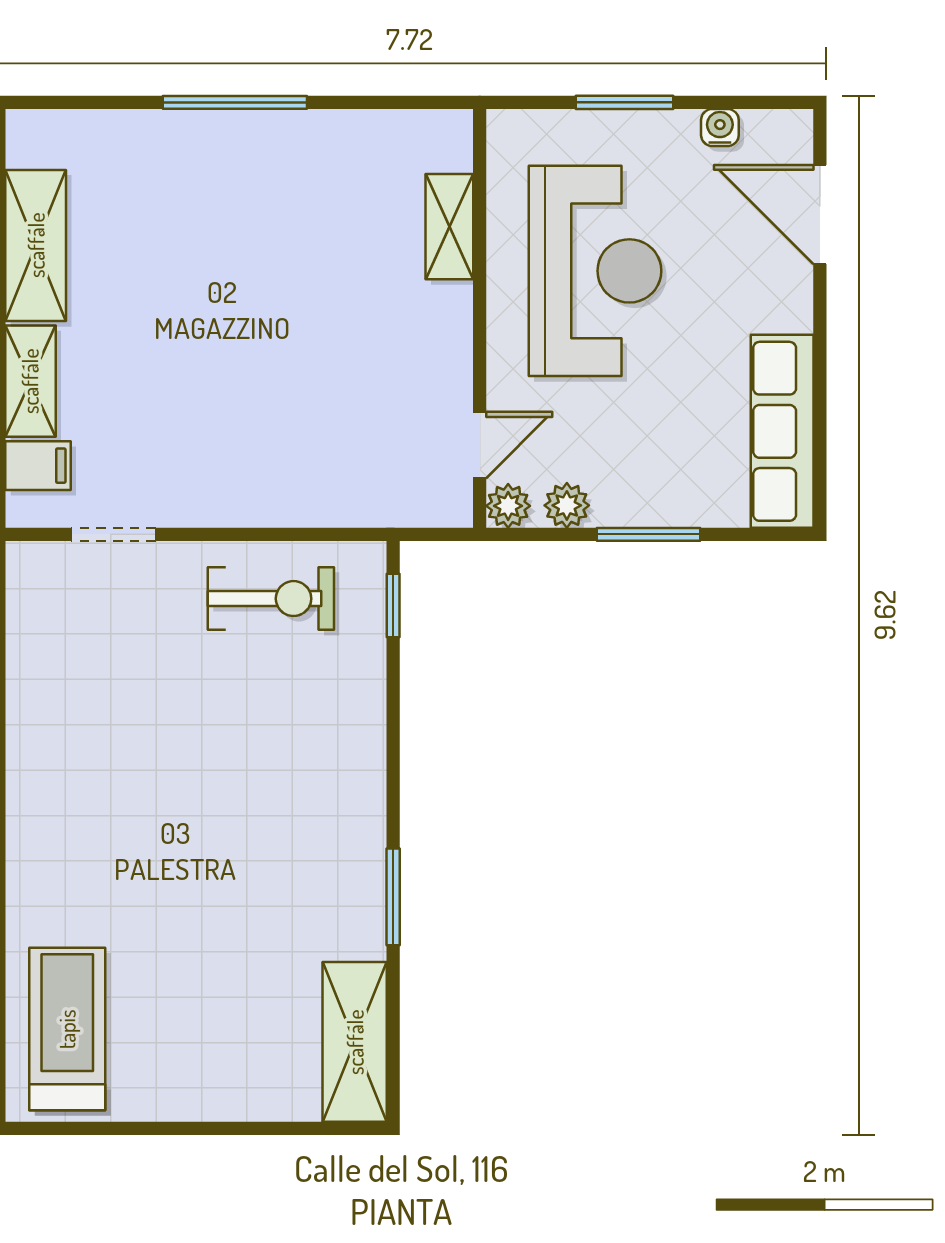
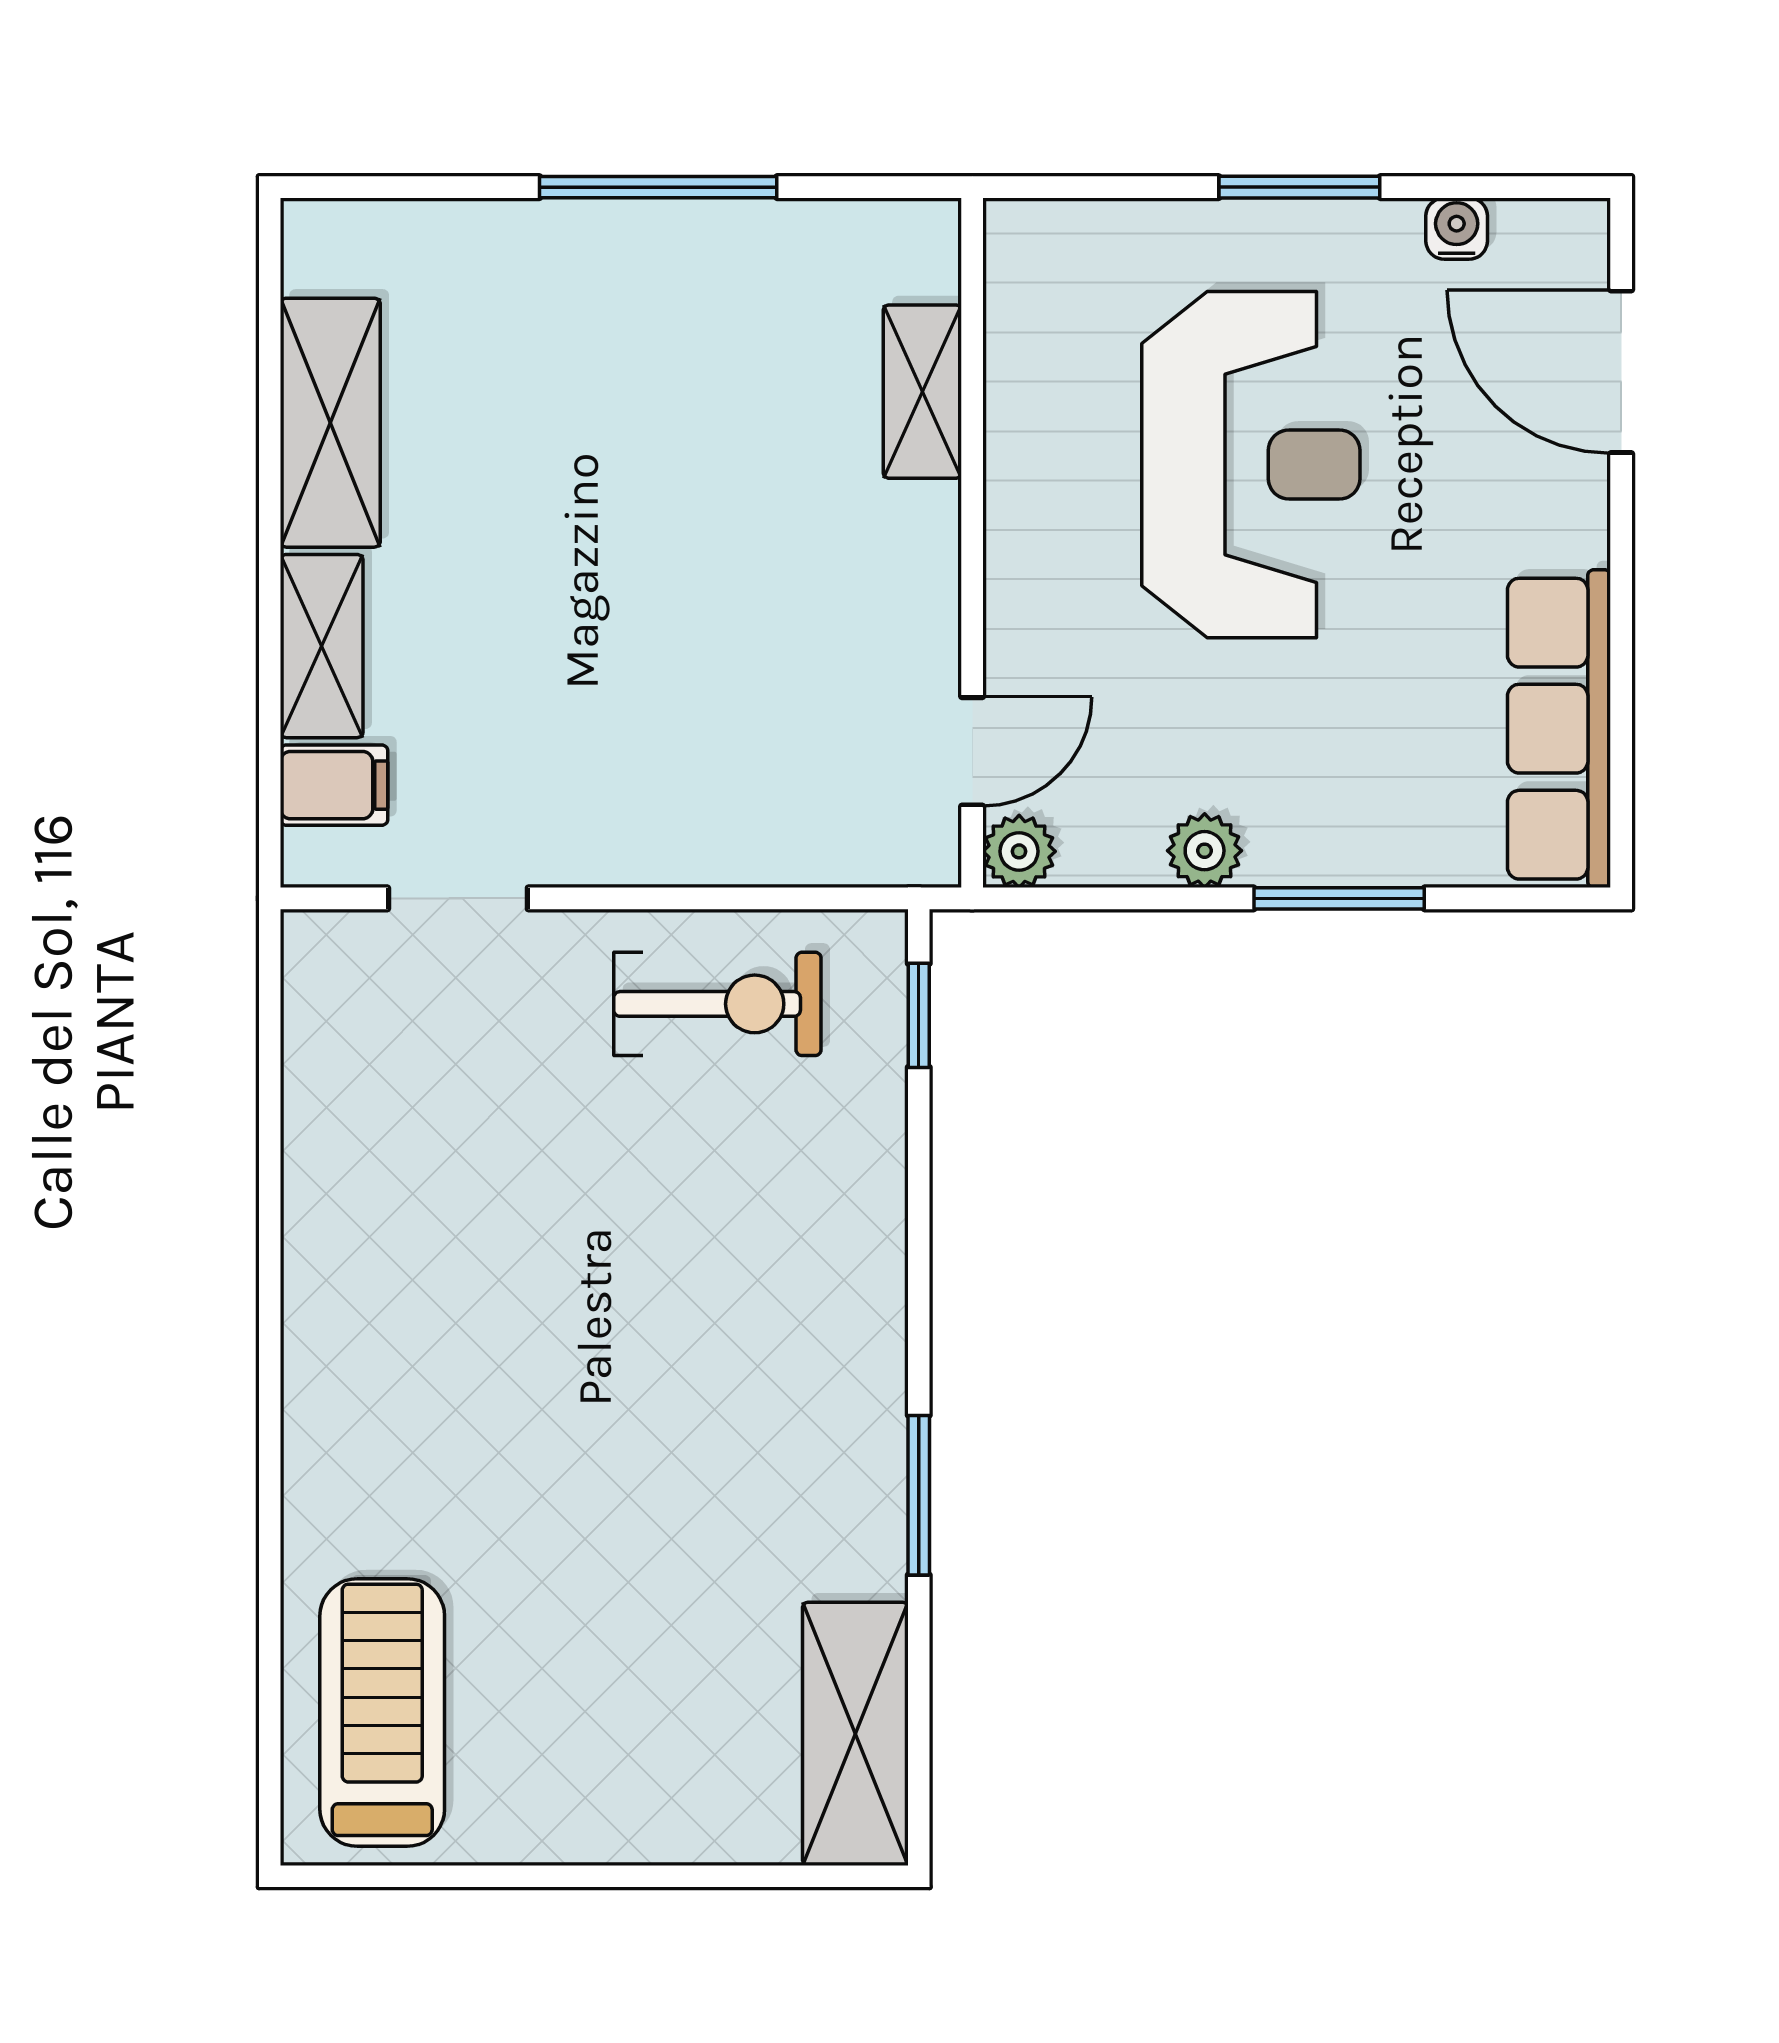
shelving: (449, 227) -> (922, 392), moved
wall: (480, 318) -> (972, 543), moved
door: (480, 445) -> (972, 751), moved
plant: (508, 506) -> (1019, 851), moved

